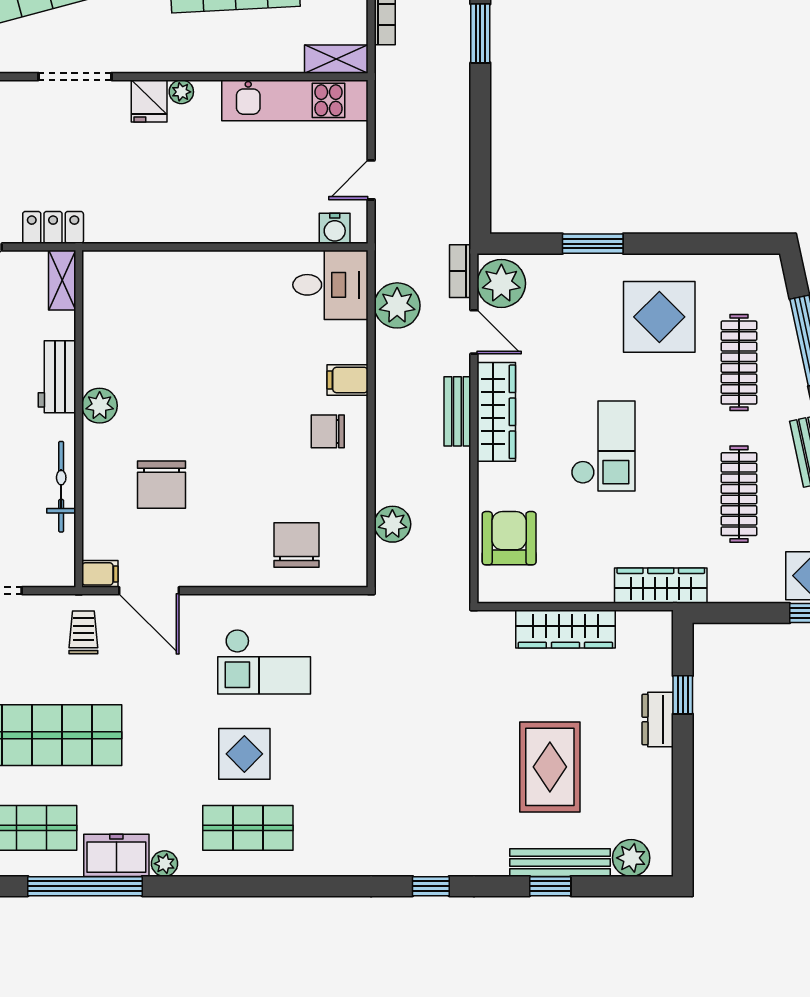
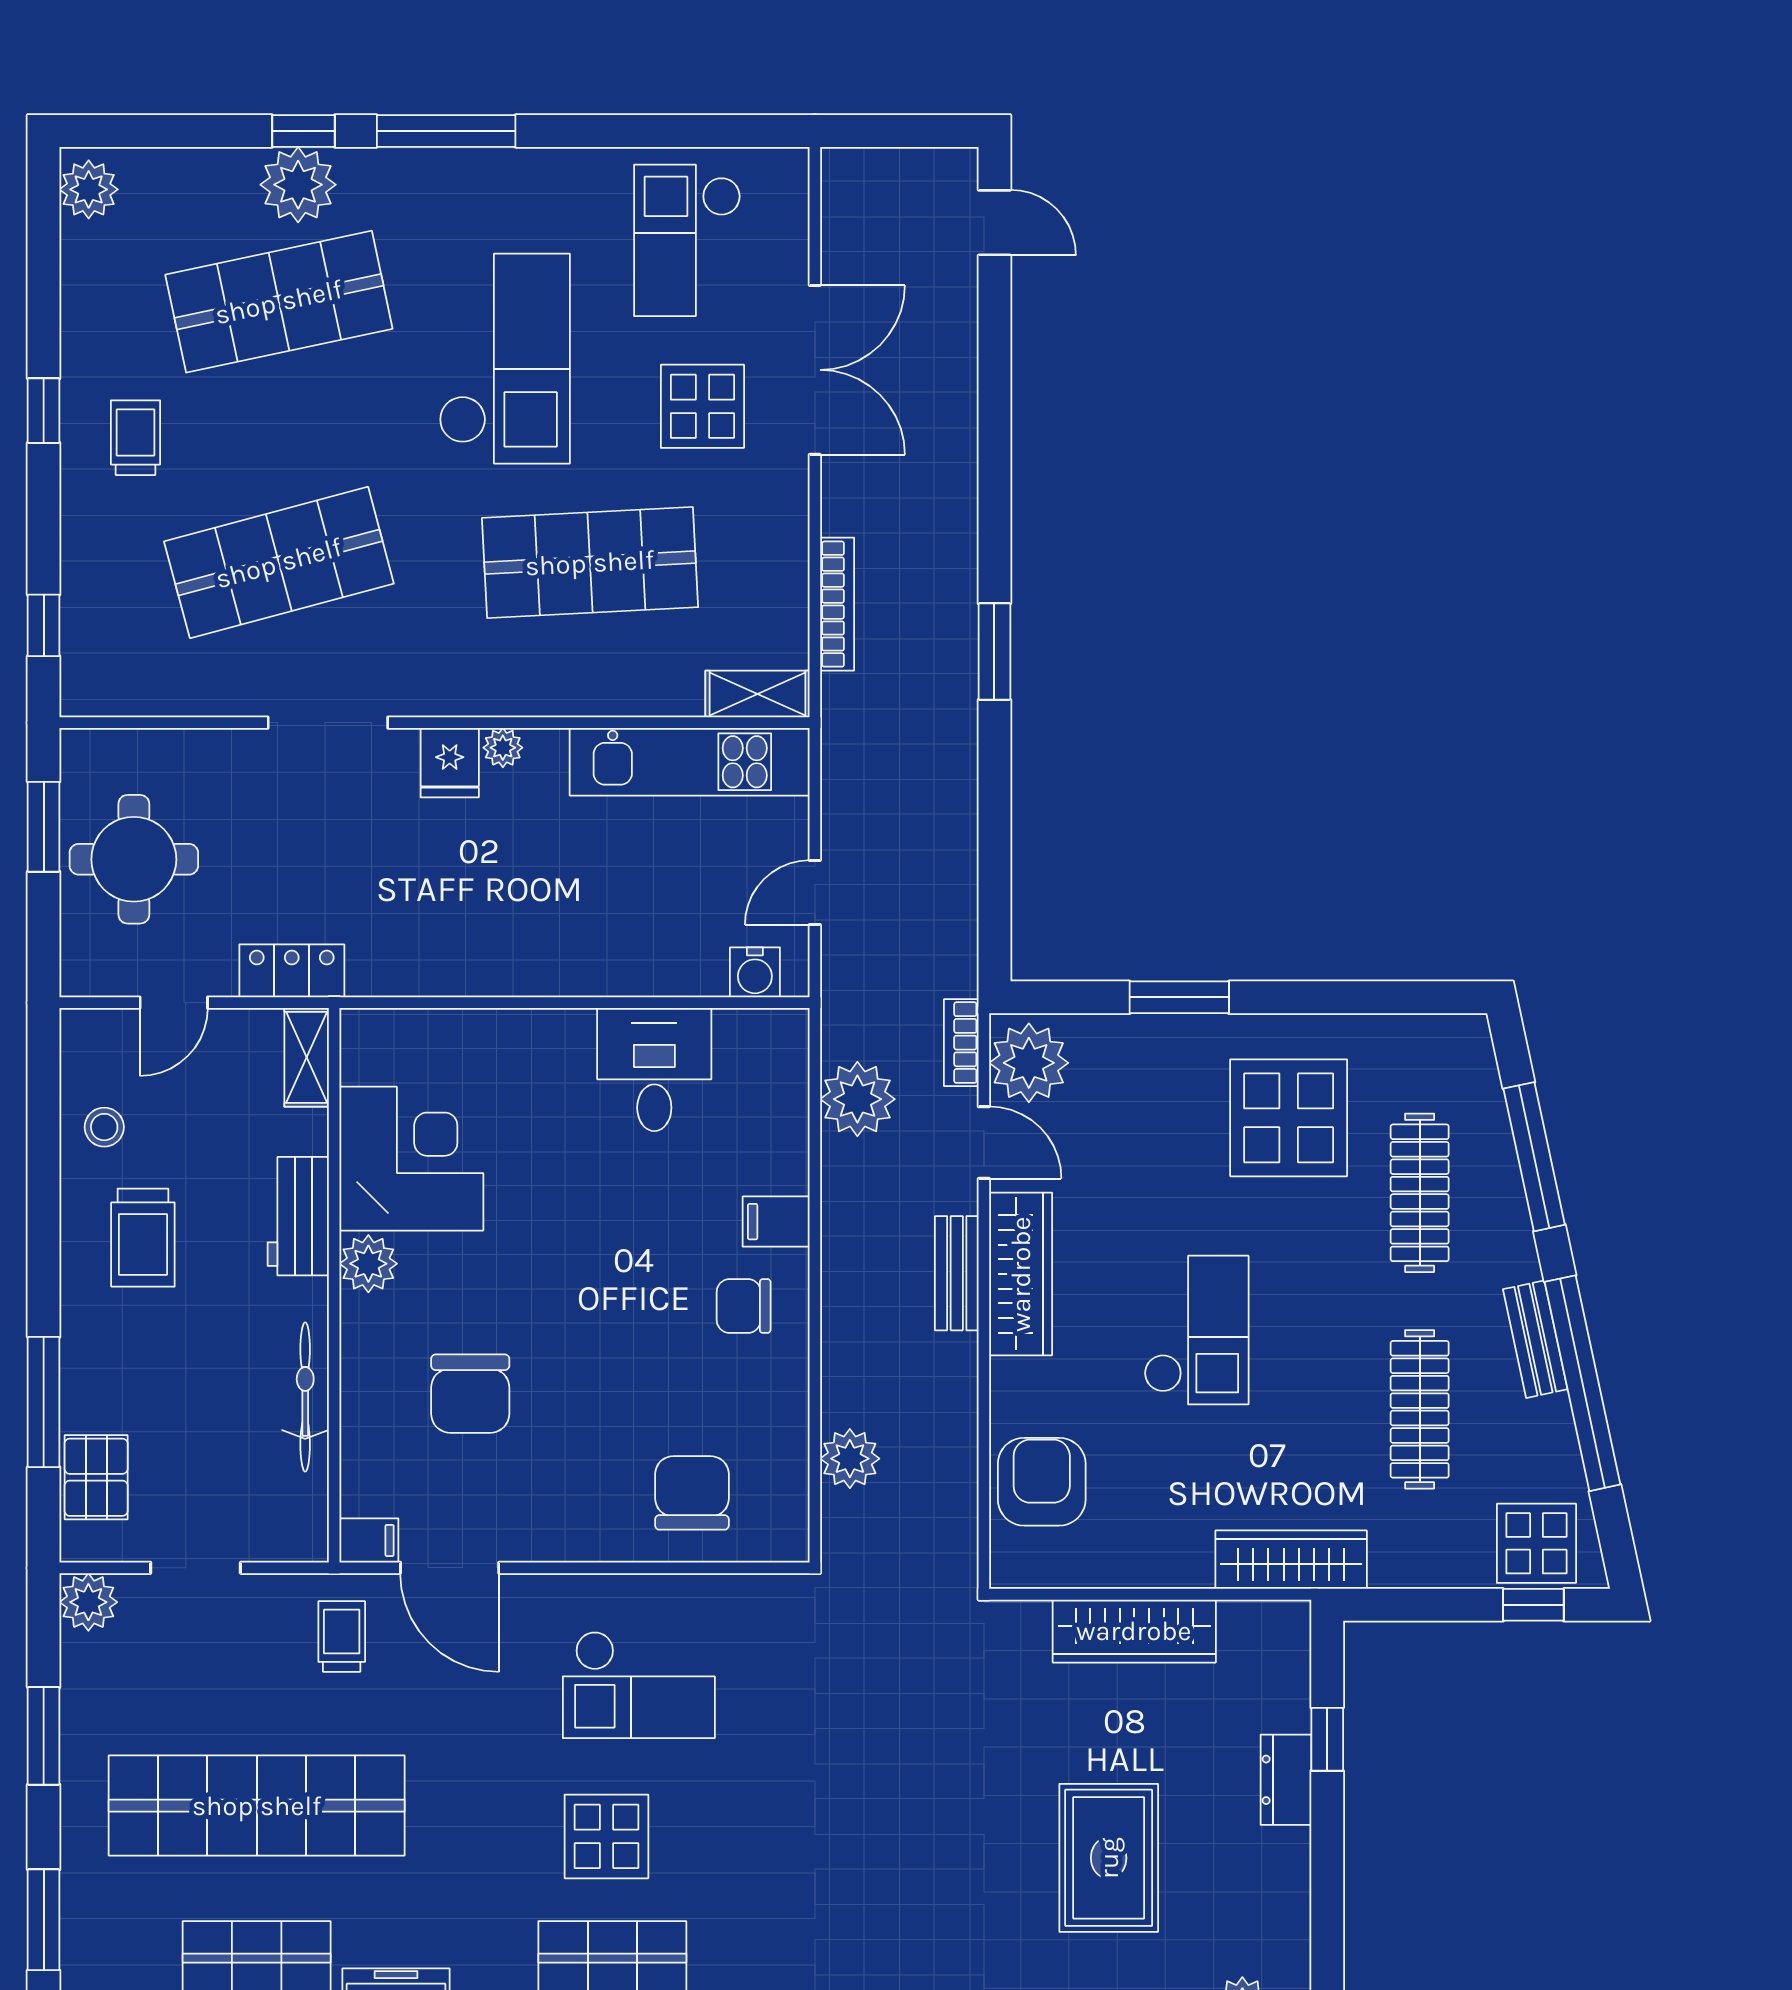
desk: (330, 285) -> (654, 1069), moved, turned -90
corner desk: (126, 342) -> (411, 1159), added

